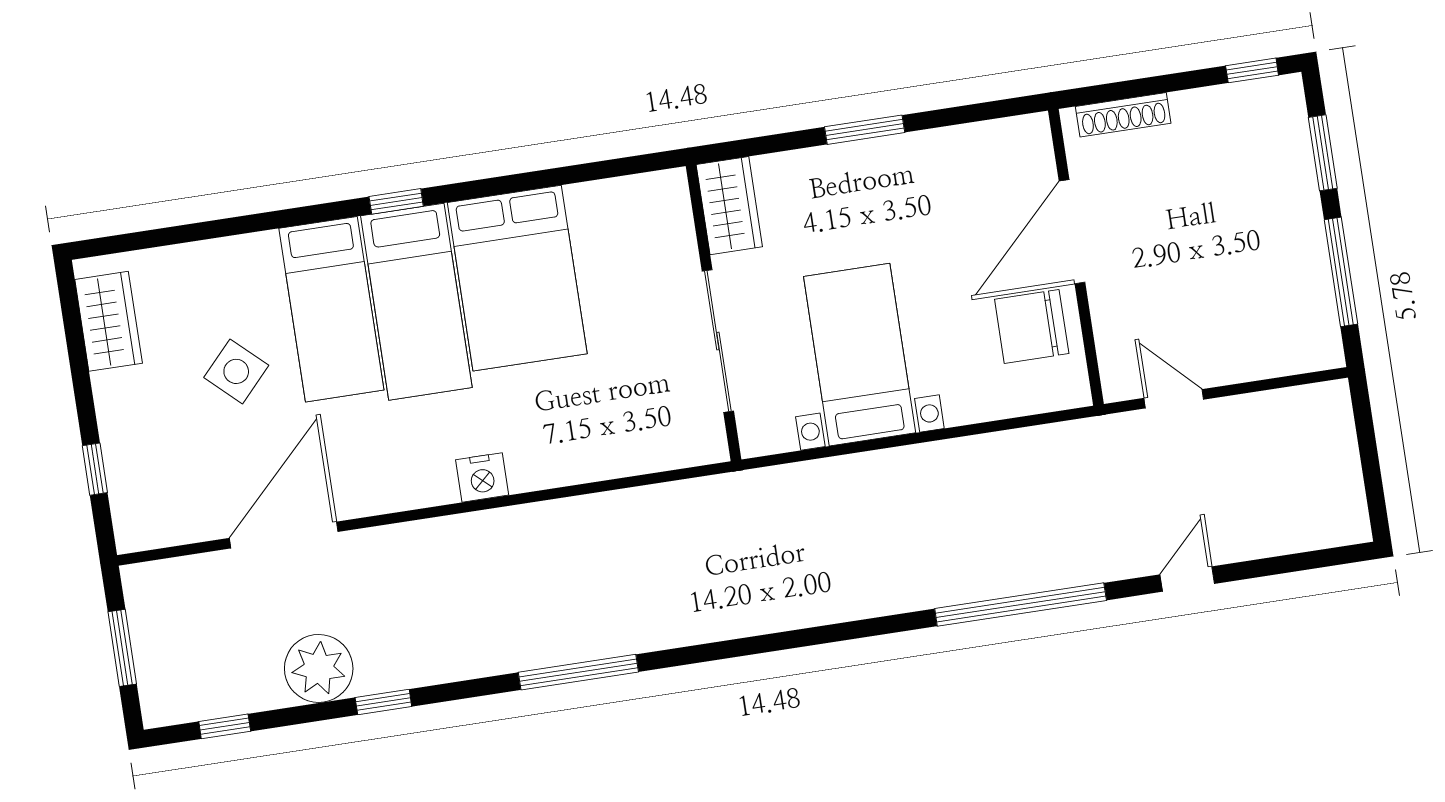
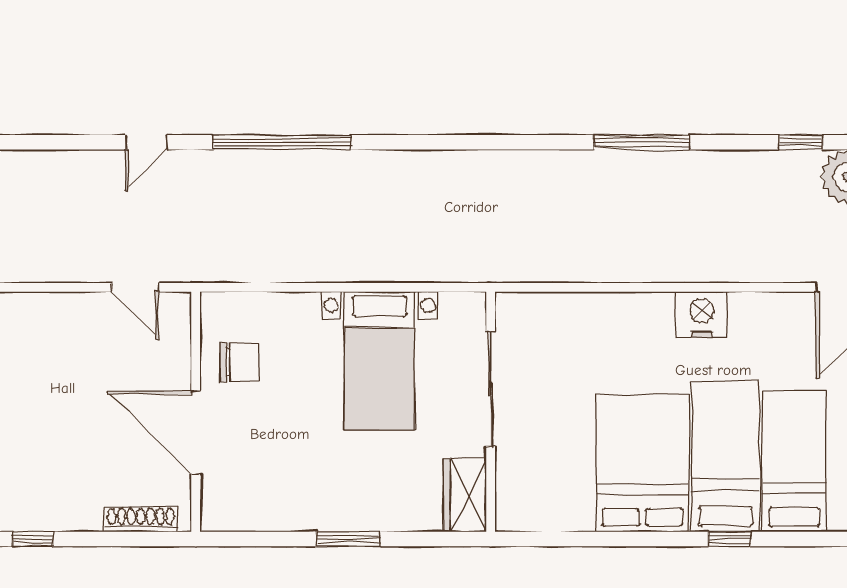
door: (1072, 232) -> (196, 433), swing flipped
chair: (1032, 326) -> (239, 362), width x0.73, depth x0.73
nightstand: (482, 477) -> (702, 315), width x1.36, depth x1.33

